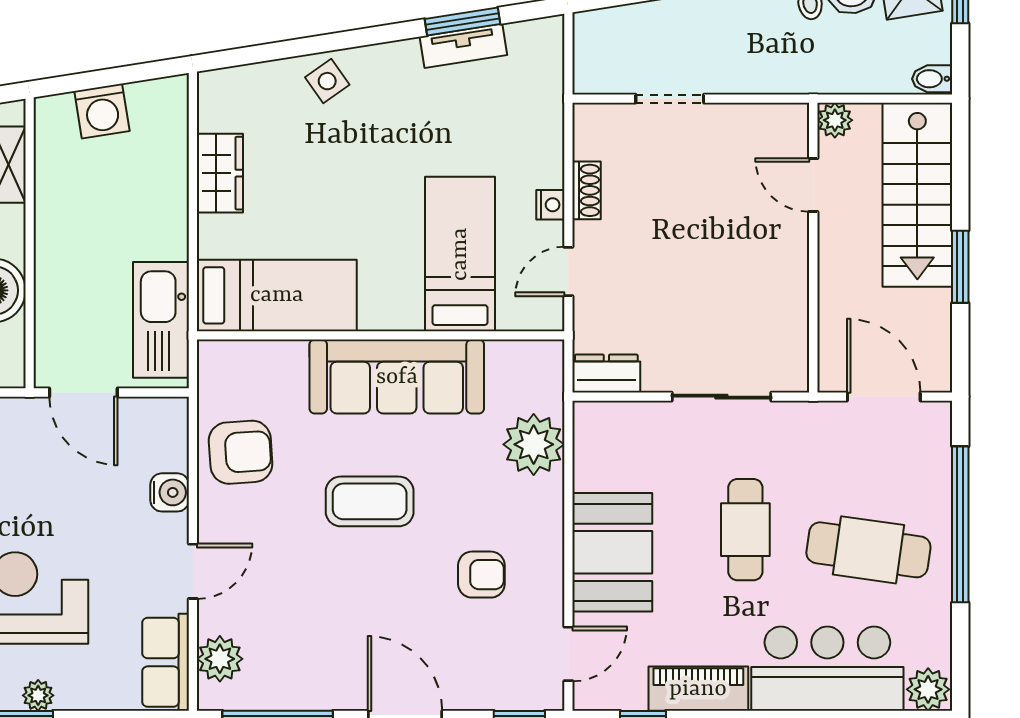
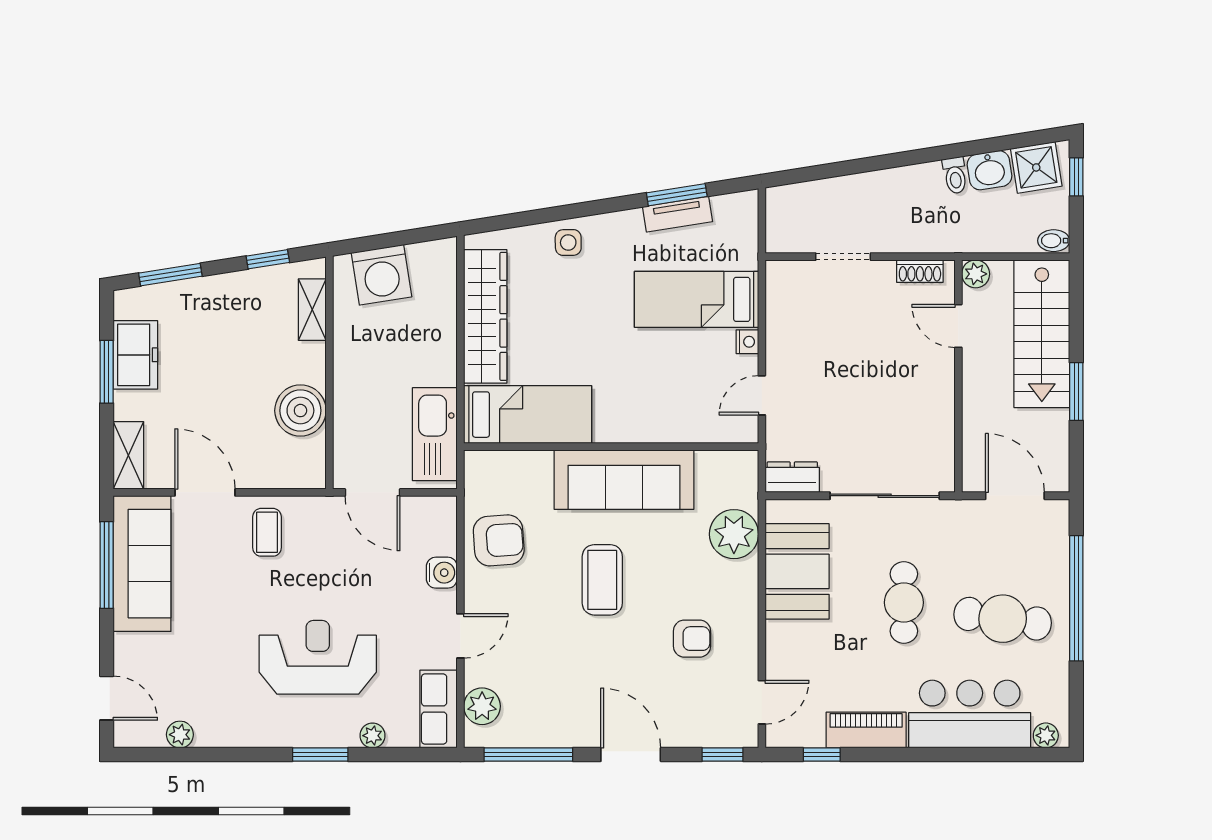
side table: (327, 81) -> (568, 242), turned 34
washing machine: (102, 111) -> (381, 275), width x1.37, depth x1.37
wardrobe: (220, 173) -> (485, 316), width x2.10, depth x1.17
shoe rack: (587, 190) -> (920, 271), moved, turned 90
bed: (460, 254) -> (696, 299), moved, turned -90
sliding door: (721, 397) -> (885, 496), width x1.37
coffee table: (370, 501) -> (602, 580), turned 90
booth: (612, 552) -> (797, 571), moved
plant: (928, 689) -> (1046, 735), width x0.73, depth x0.73
plant: (38, 695) -> (373, 736), moved

